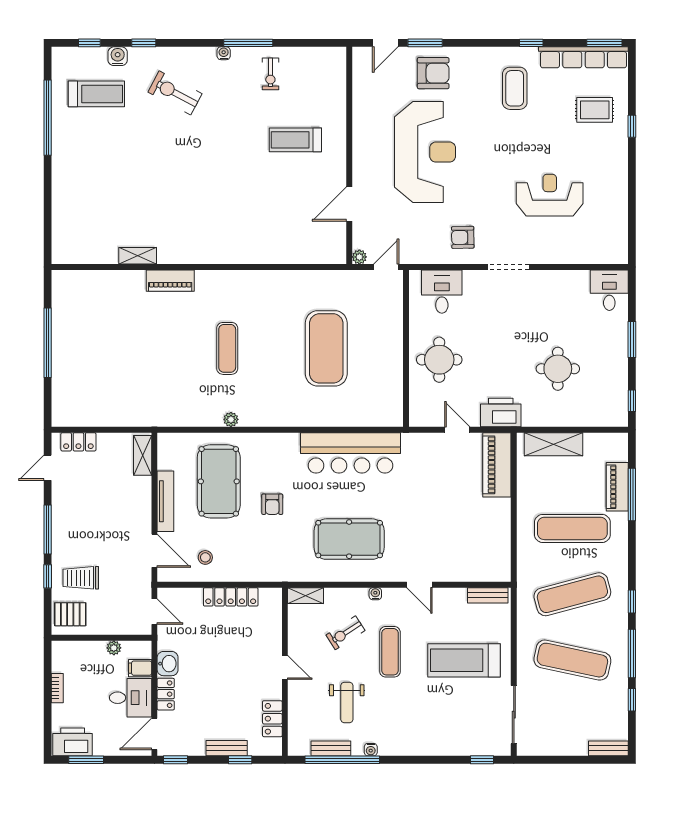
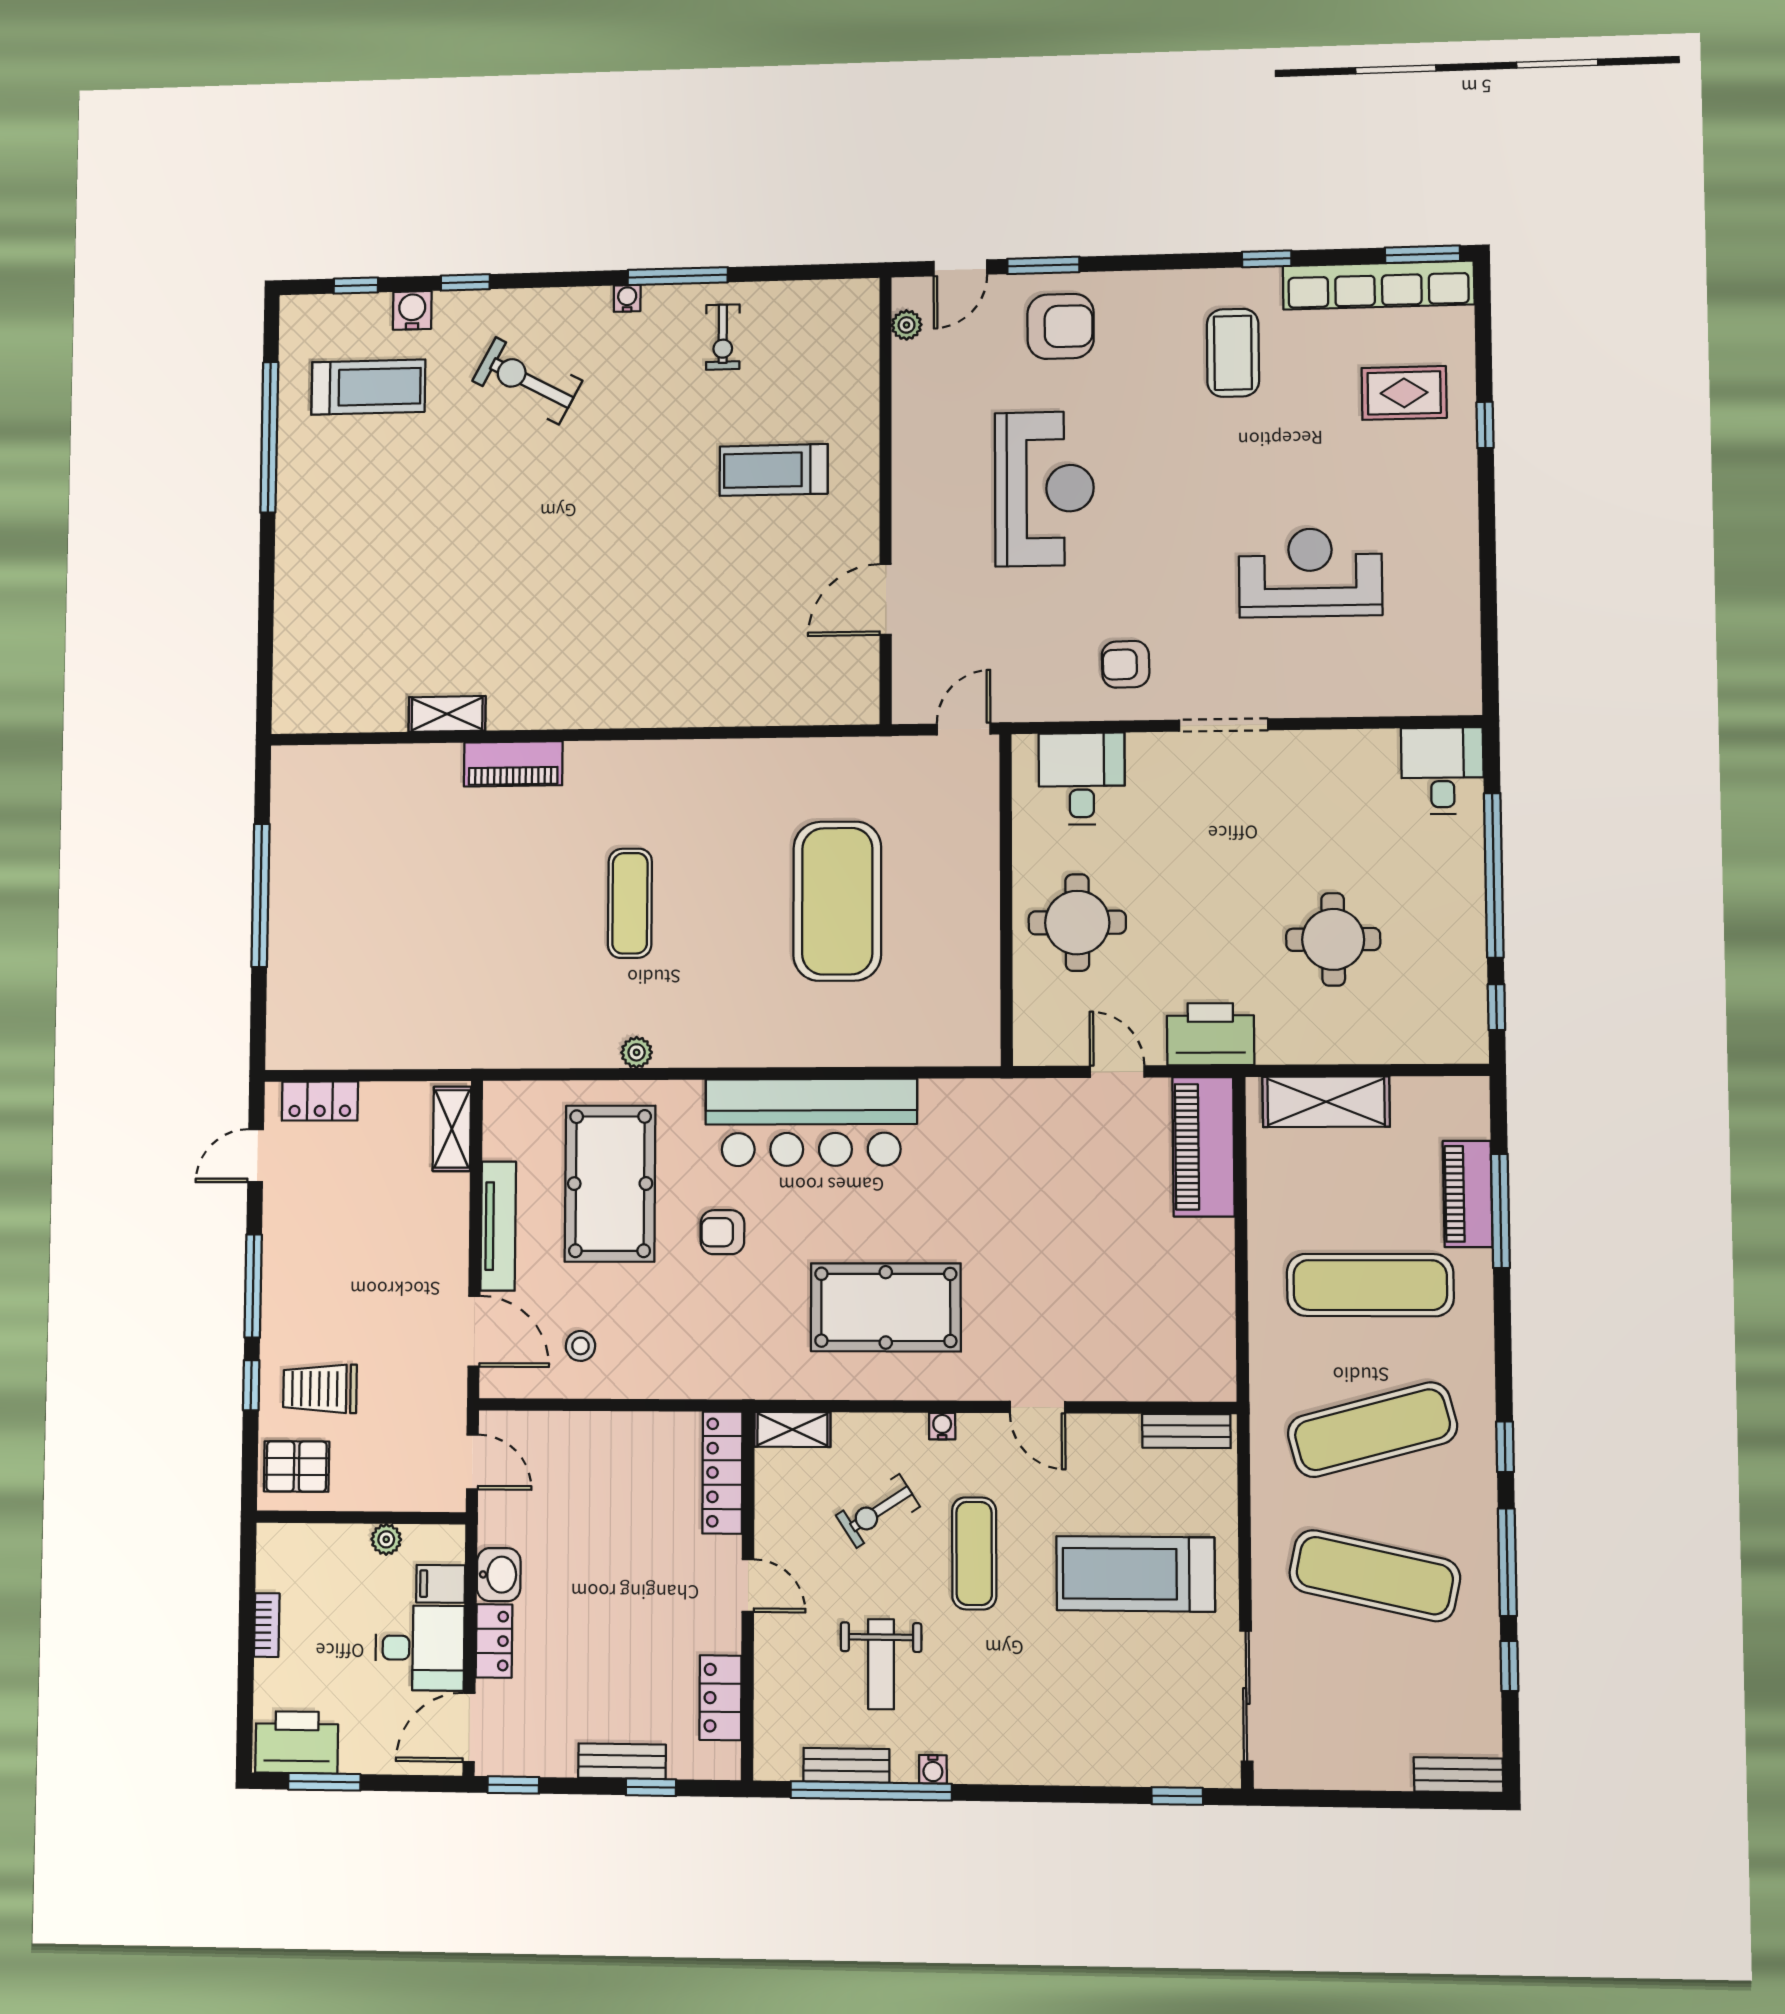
reception desk: (425, 152) -> (1044, 489), width x0.74, depth x0.77
plant: (359, 257) -> (907, 325), moved
window: (632, 339) -> (1494, 875), width x2.11
bar counter: (350, 453) -> (811, 1122), moved
armchair: (272, 504) -> (722, 1232), turned 90
locker: (231, 597) -> (722, 1473), moved, turned 90

